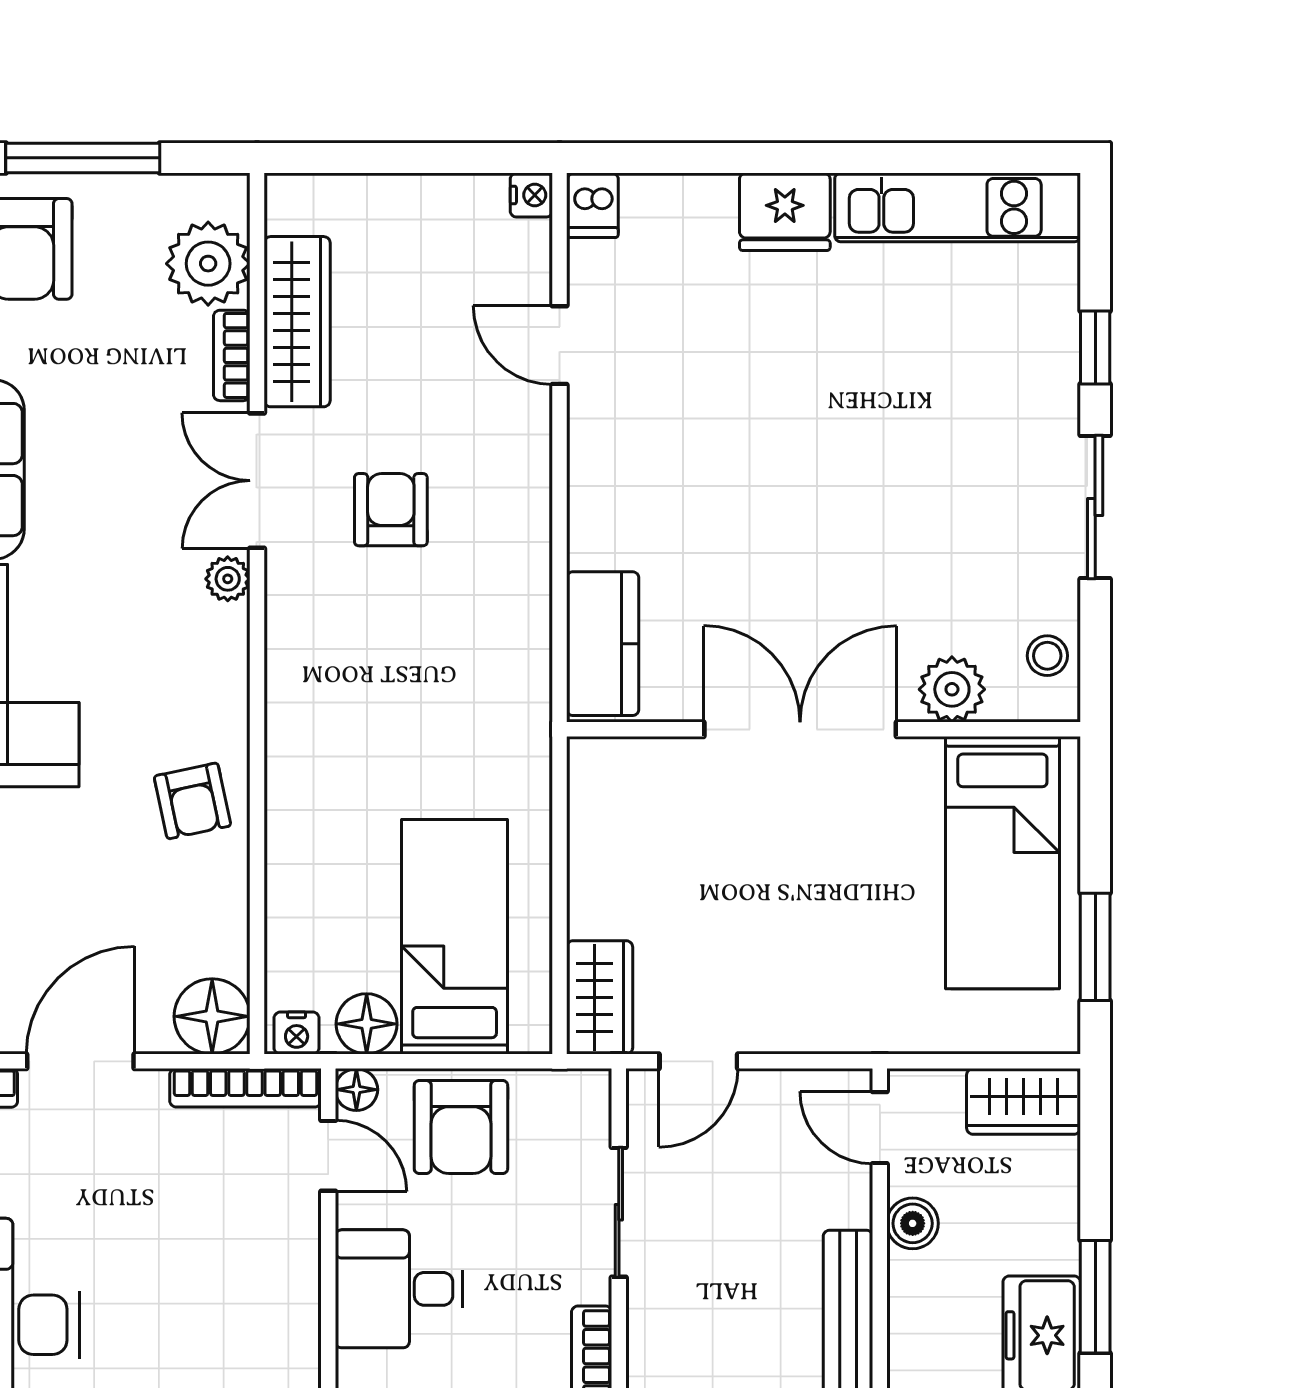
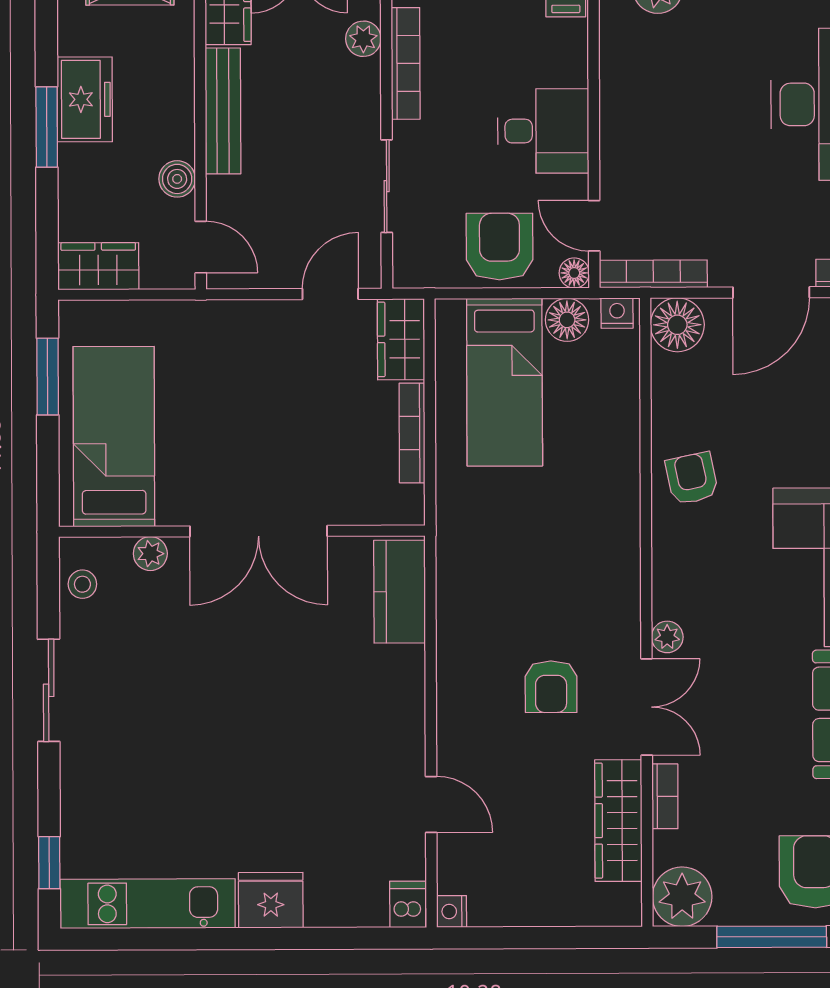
plant: (208, 264) -> (682, 897), moved
window: (1095, 347) -> (49, 863), moved
plant: (952, 689) -> (150, 554), width x0.73, depth x0.73
bookcase: (585, 866) -> (412, 433), added

